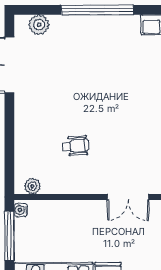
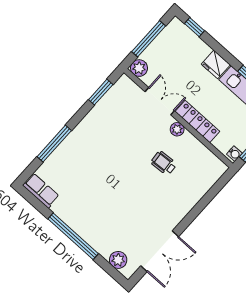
plant: (32, 186) -> (177, 129), moved
locker: (79, 209) -> (197, 122), added

